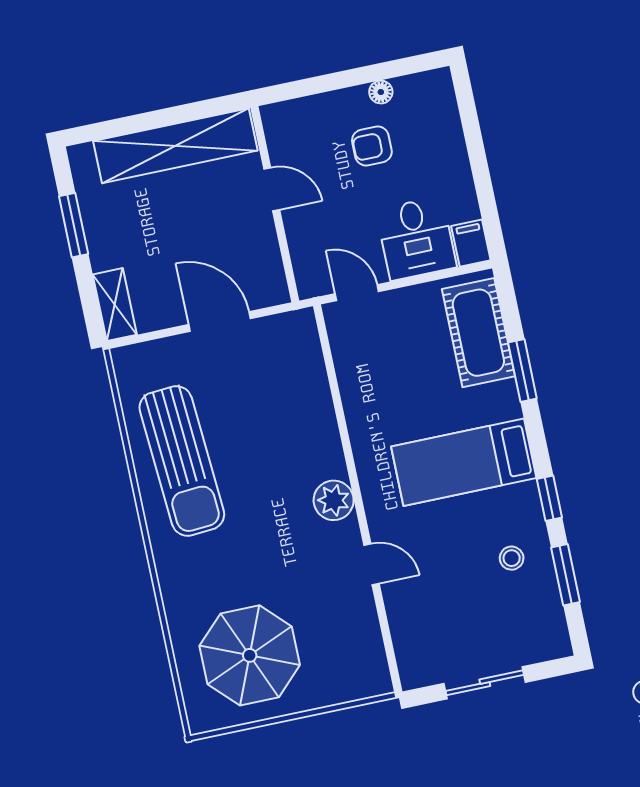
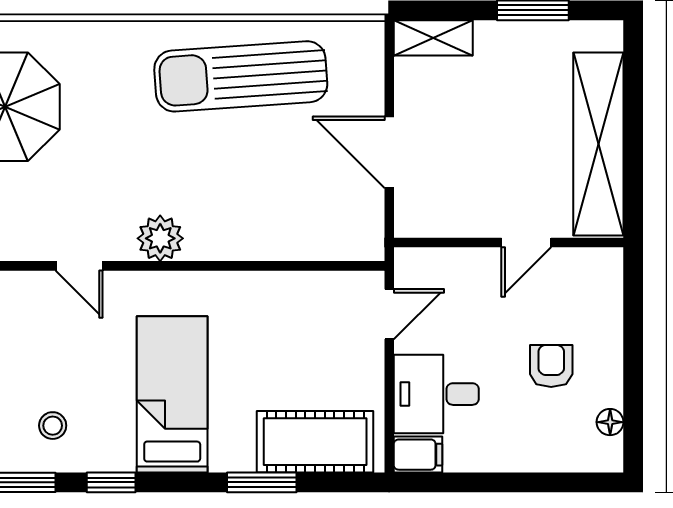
floor lamp: (381, 92) -> (610, 422), moved
door: (220, 322) -> (389, 152), swing flipped
door: (372, 564) -> (79, 266), hinge flipped

